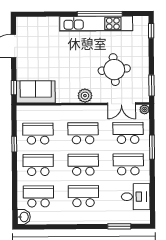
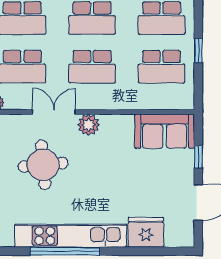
fridge: (47, 26) -> (146, 232), added
window: (14, 88) -> (198, 157), moved
double door: (121, 104) -> (54, 112), moved

